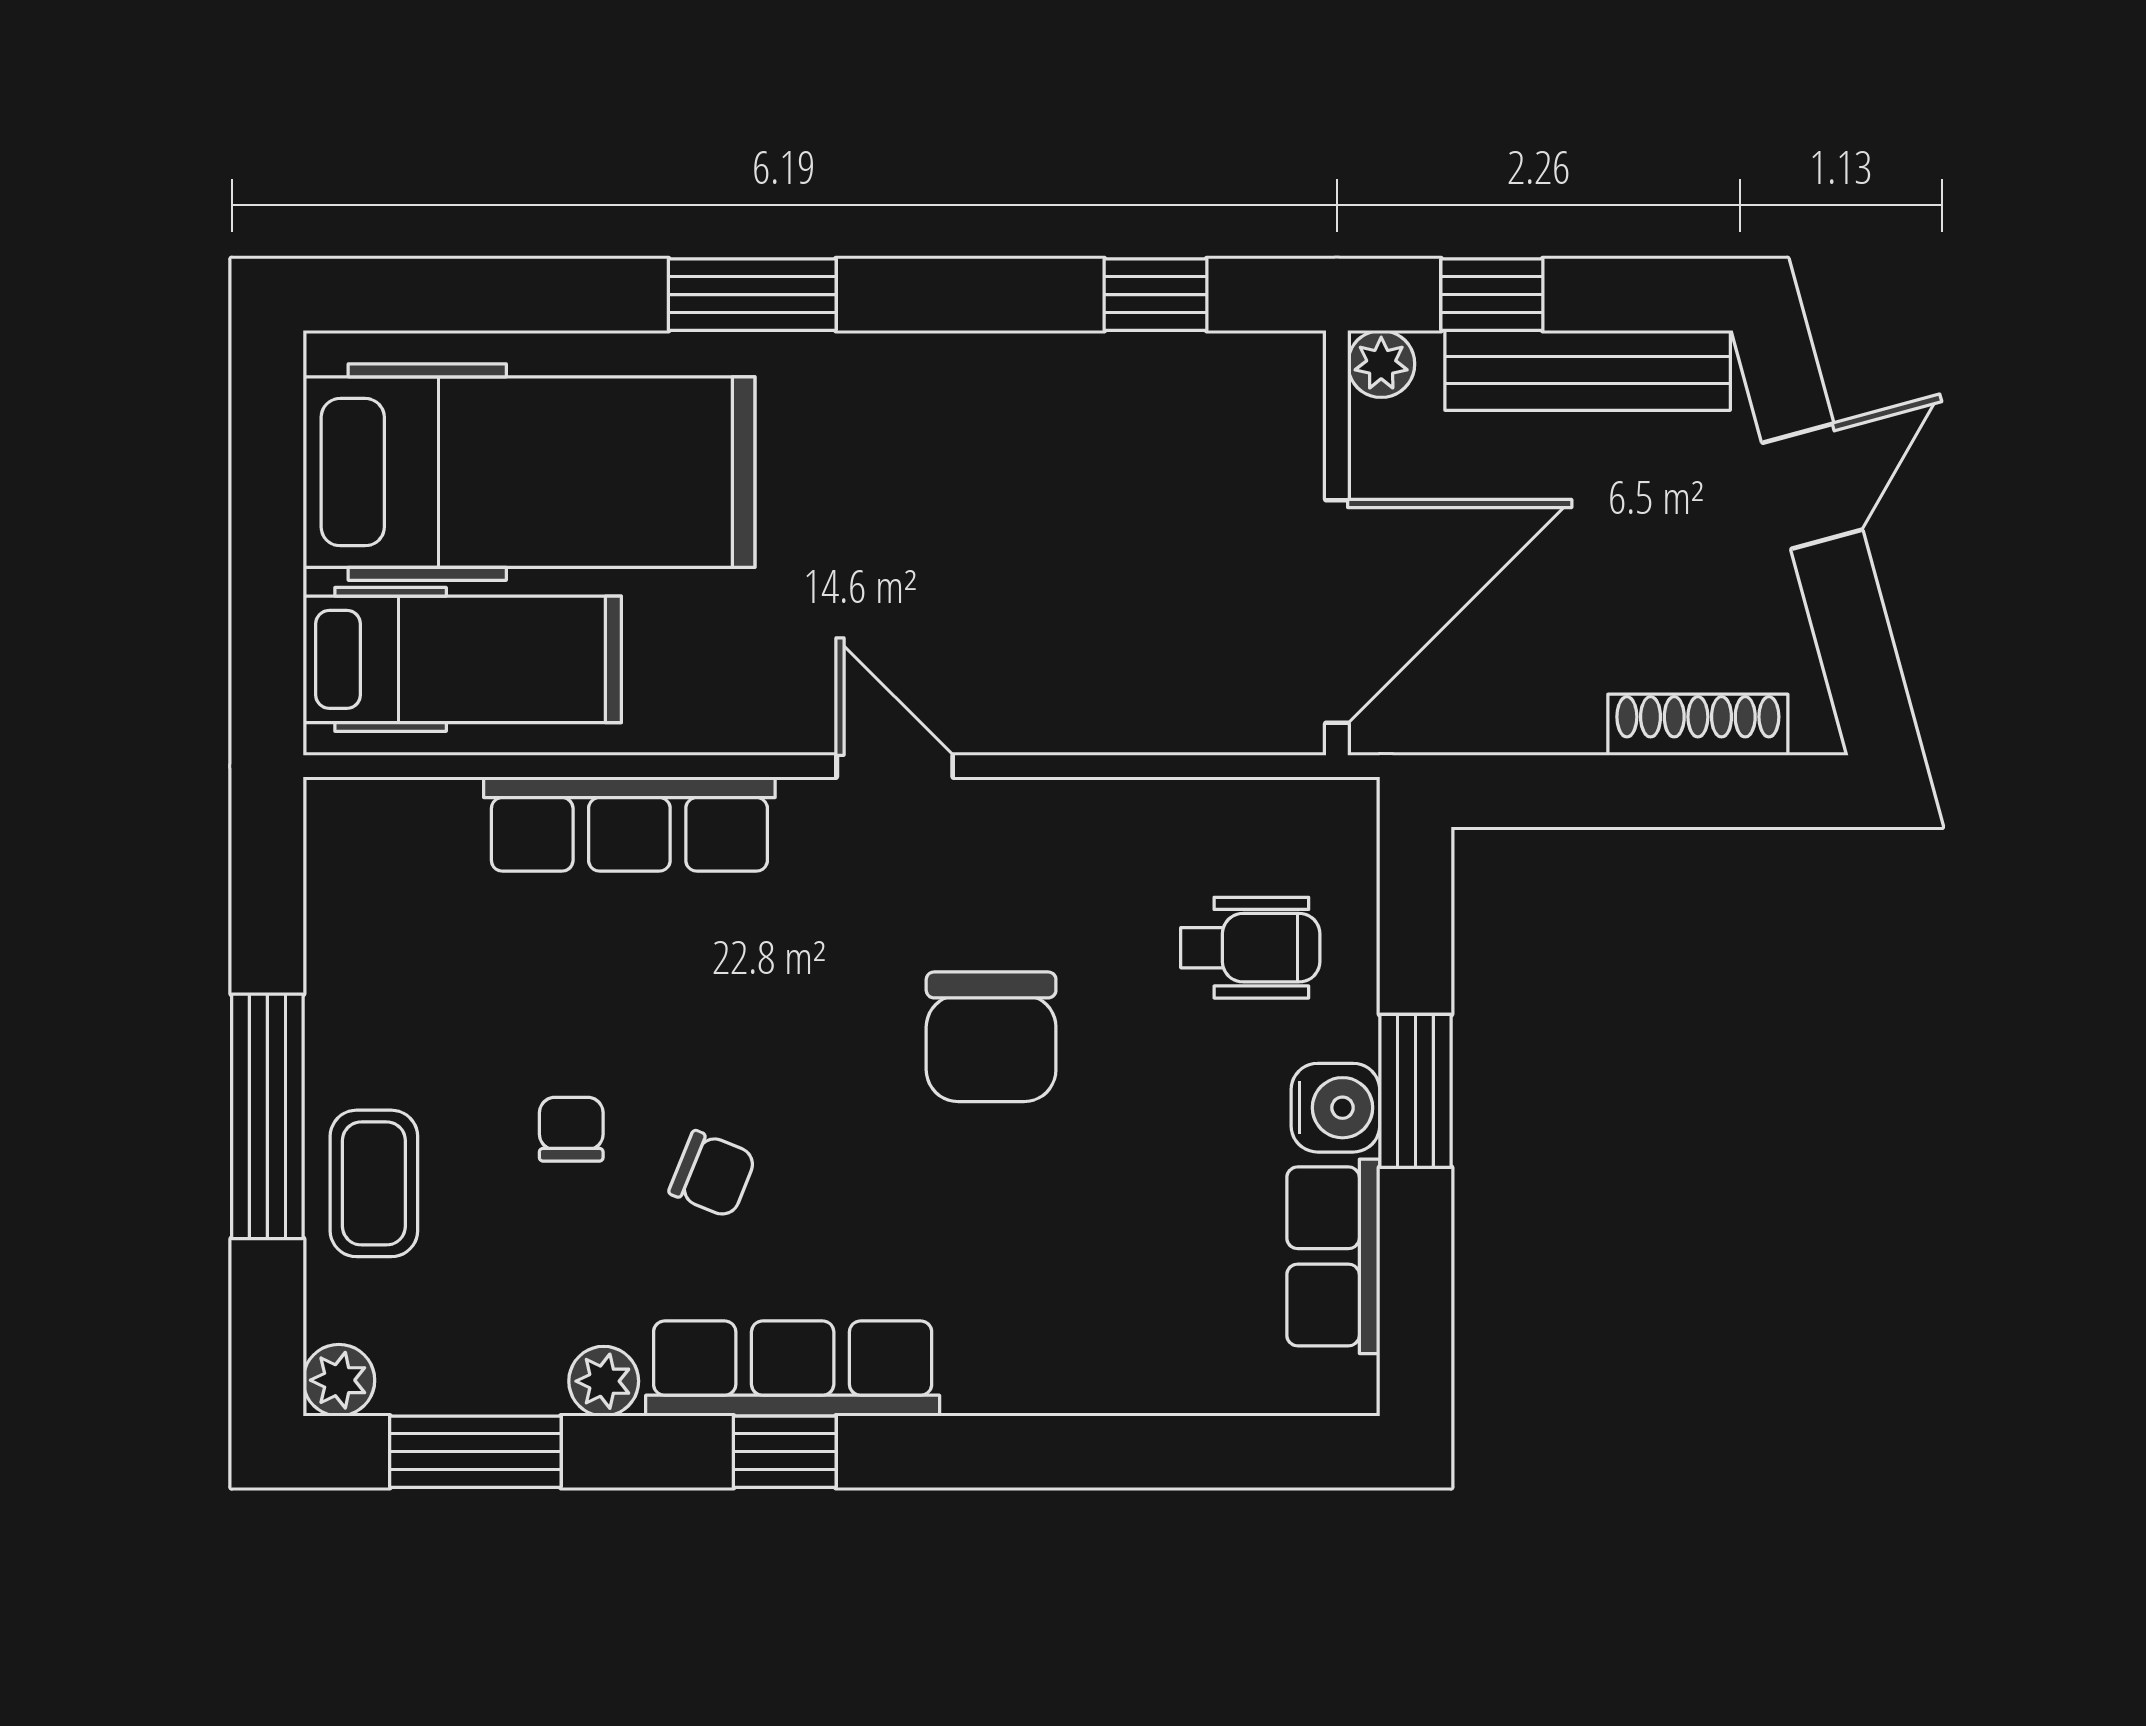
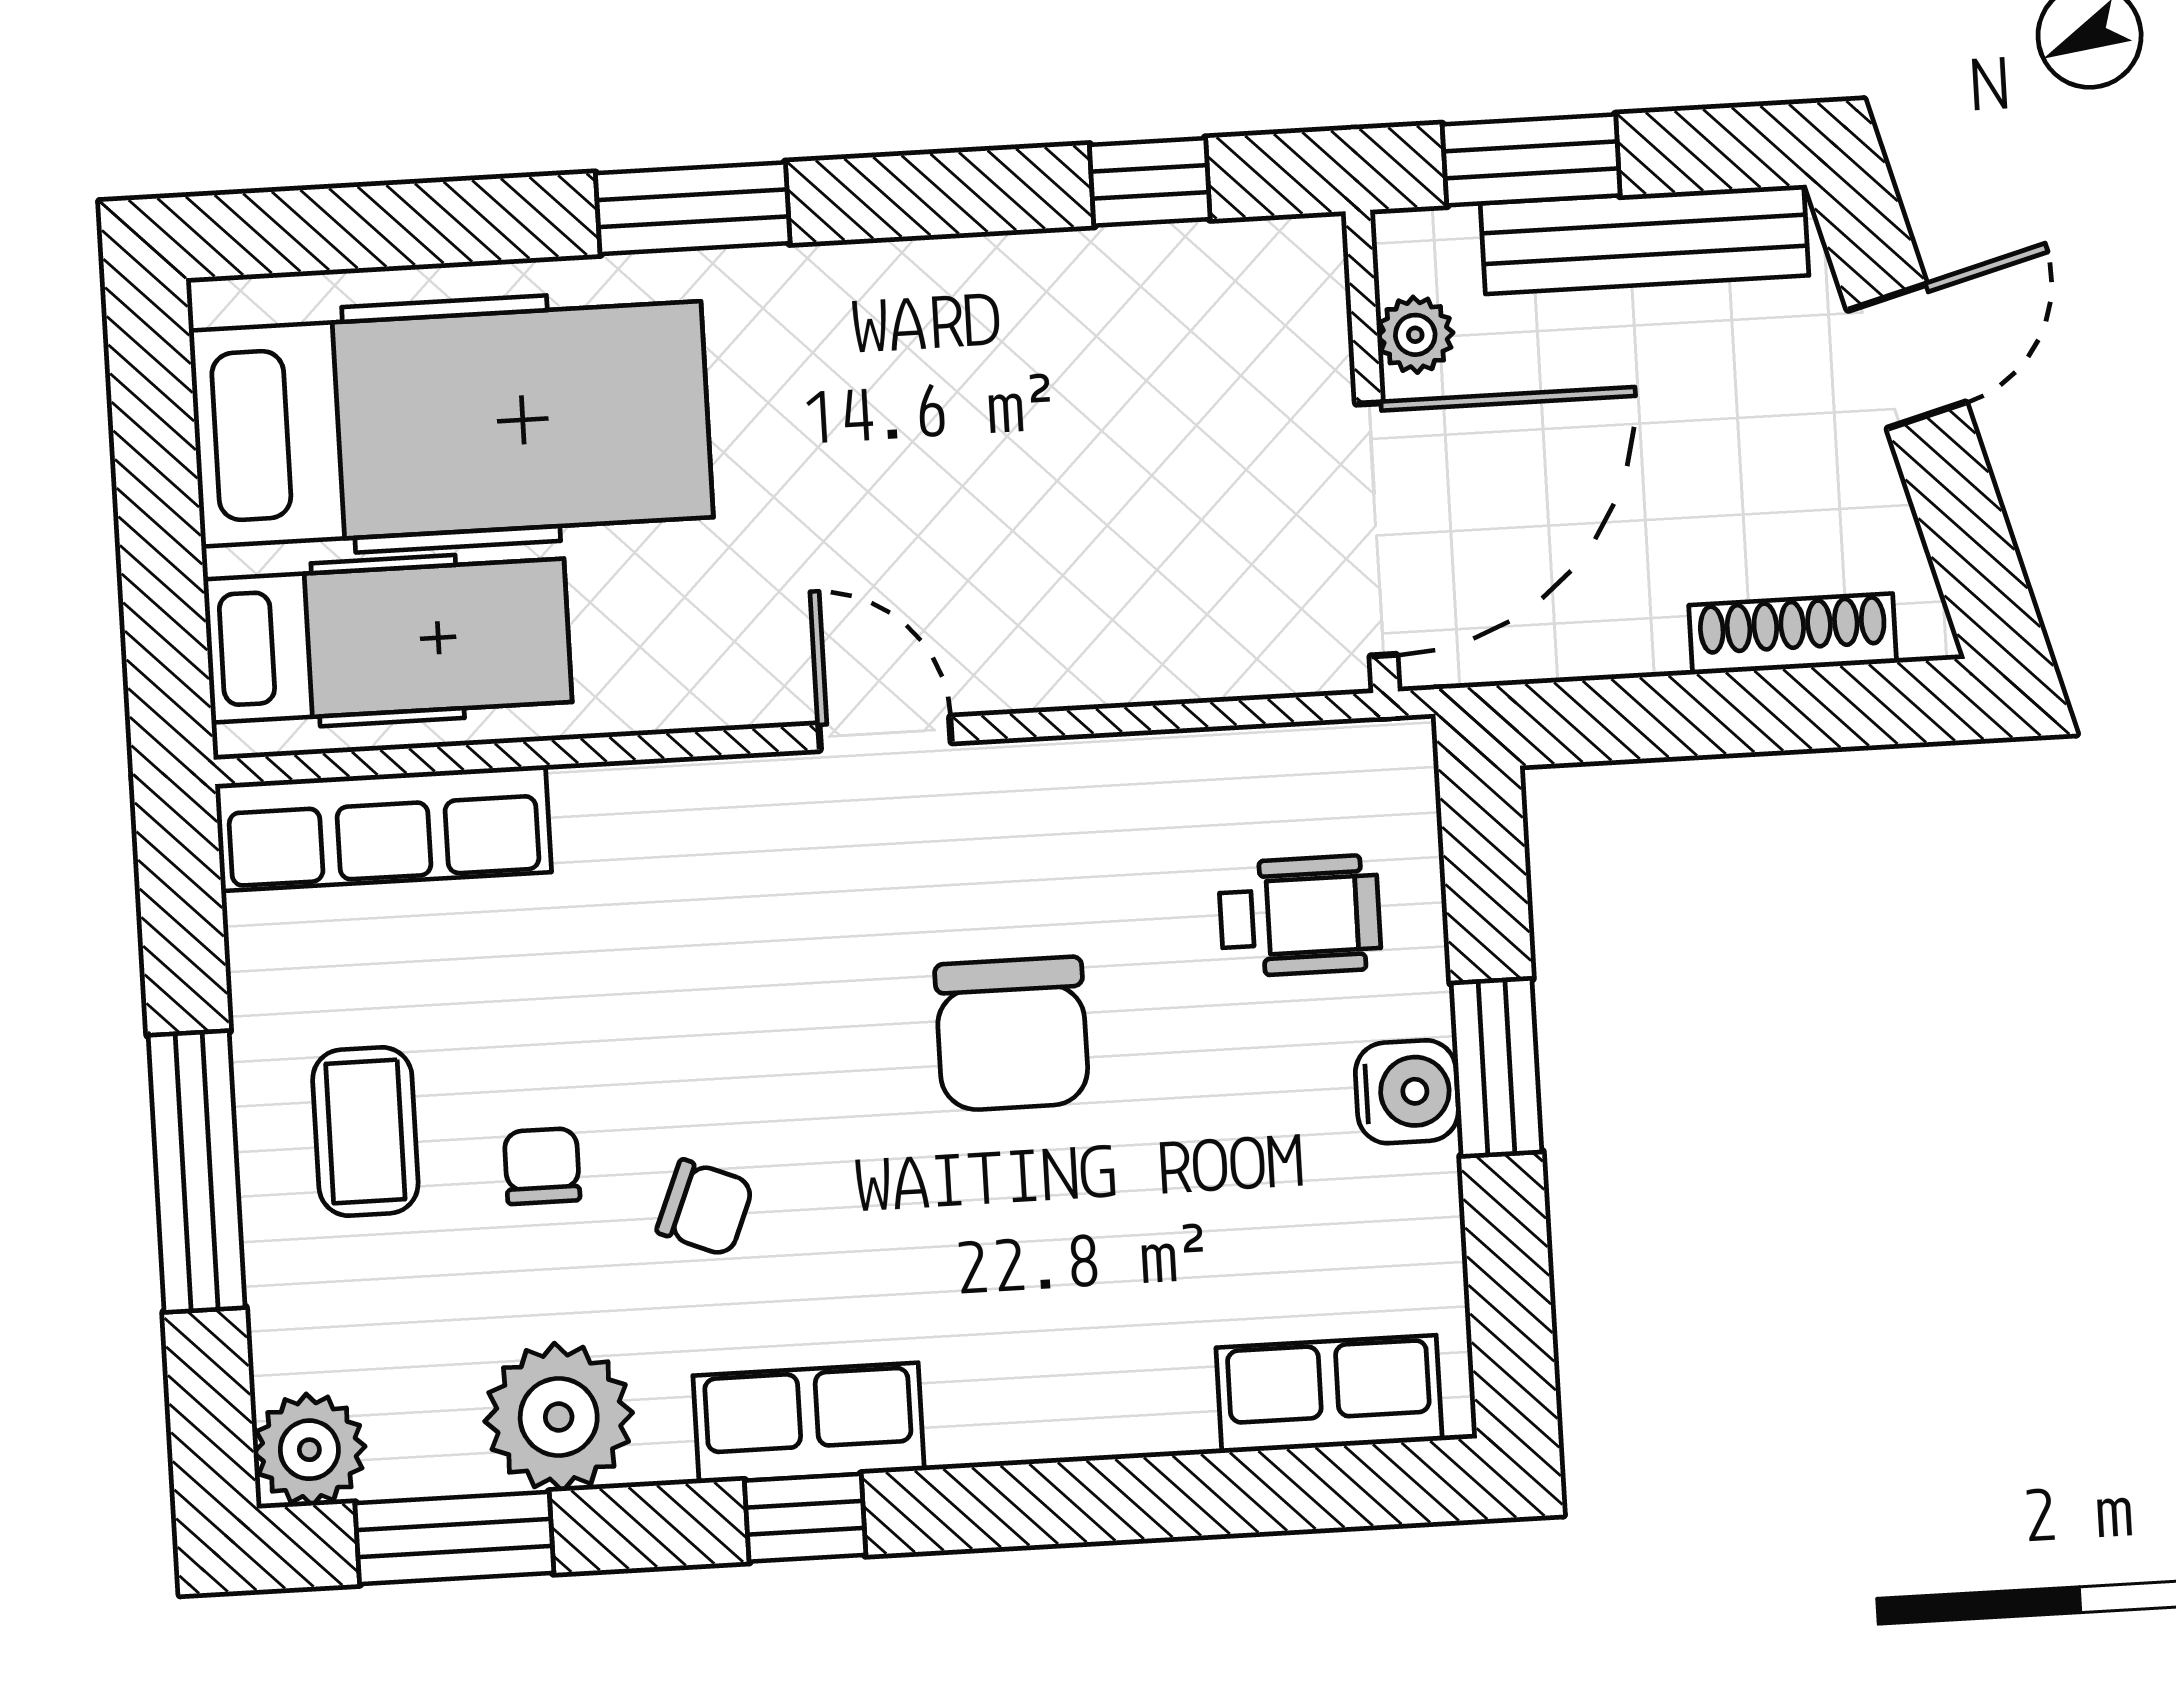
window: (1492, 295) -> (1531, 160), width x1.50
plant: (1381, 364) -> (1415, 335), moved
row of seats: (629, 824) -> (383, 828), moved
coffee table: (374, 1183) -> (365, 1131), moved
row of seats: (1333, 1256) -> (1329, 1394), moved, turned 90
row of seats: (793, 1369) -> (809, 1423), width x0.68
plant: (339, 1380) -> (309, 1450), width x1.38, depth x1.38
plant: (604, 1381) -> (559, 1417), width x1.88, depth x1.88

